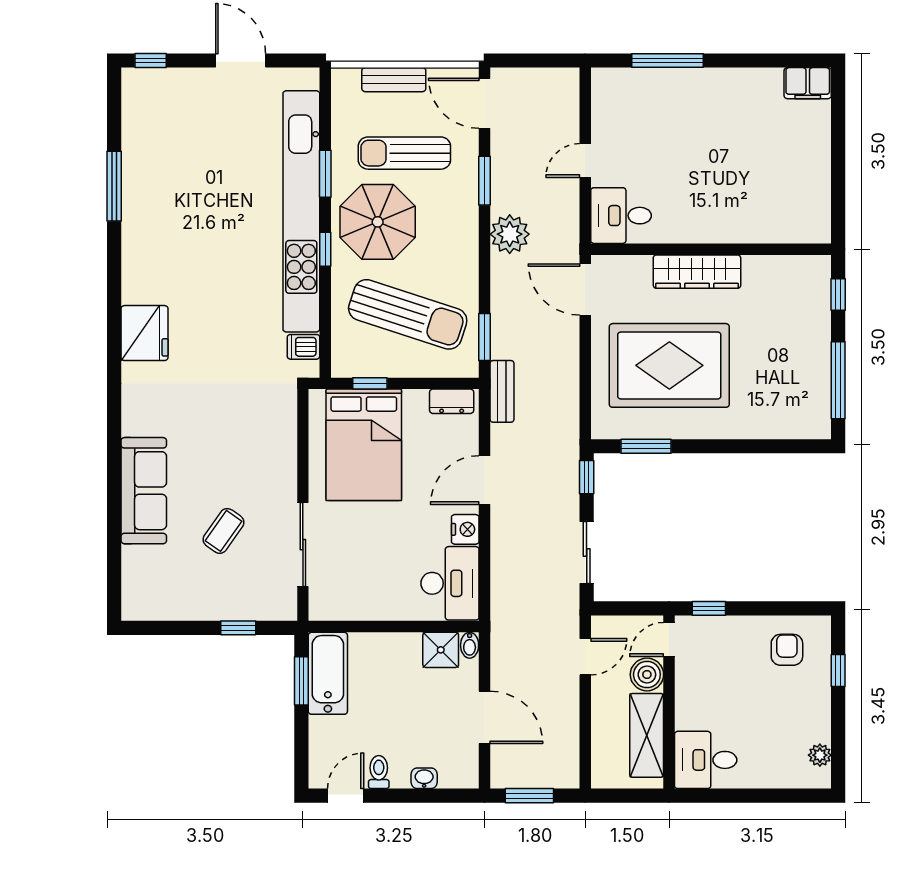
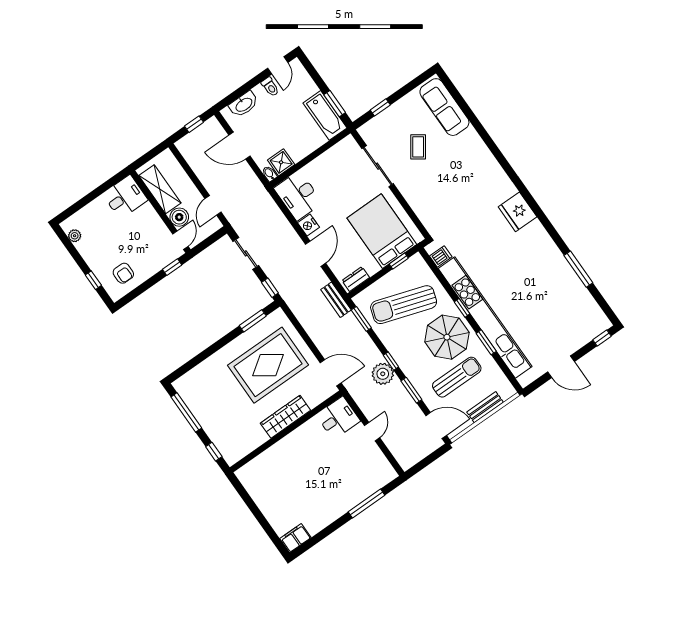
window: (485, 244) -> (391, 361), added
sofa: (144, 491) -> (444, 107), moved
washbasin: (424, 778) -> (244, 104), width x1.91, depth x1.45
window: (529, 796) -> (194, 124), width x0.67

